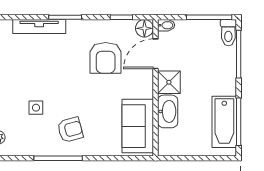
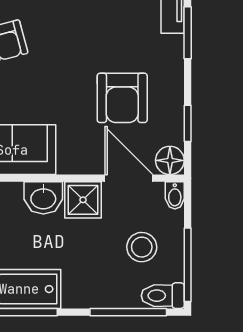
stool: (198, 46) -> (142, 247), added
armchair: (106, 58) -> (122, 98), turned -90
washbasin: (168, 111) -> (43, 198), width x0.72

